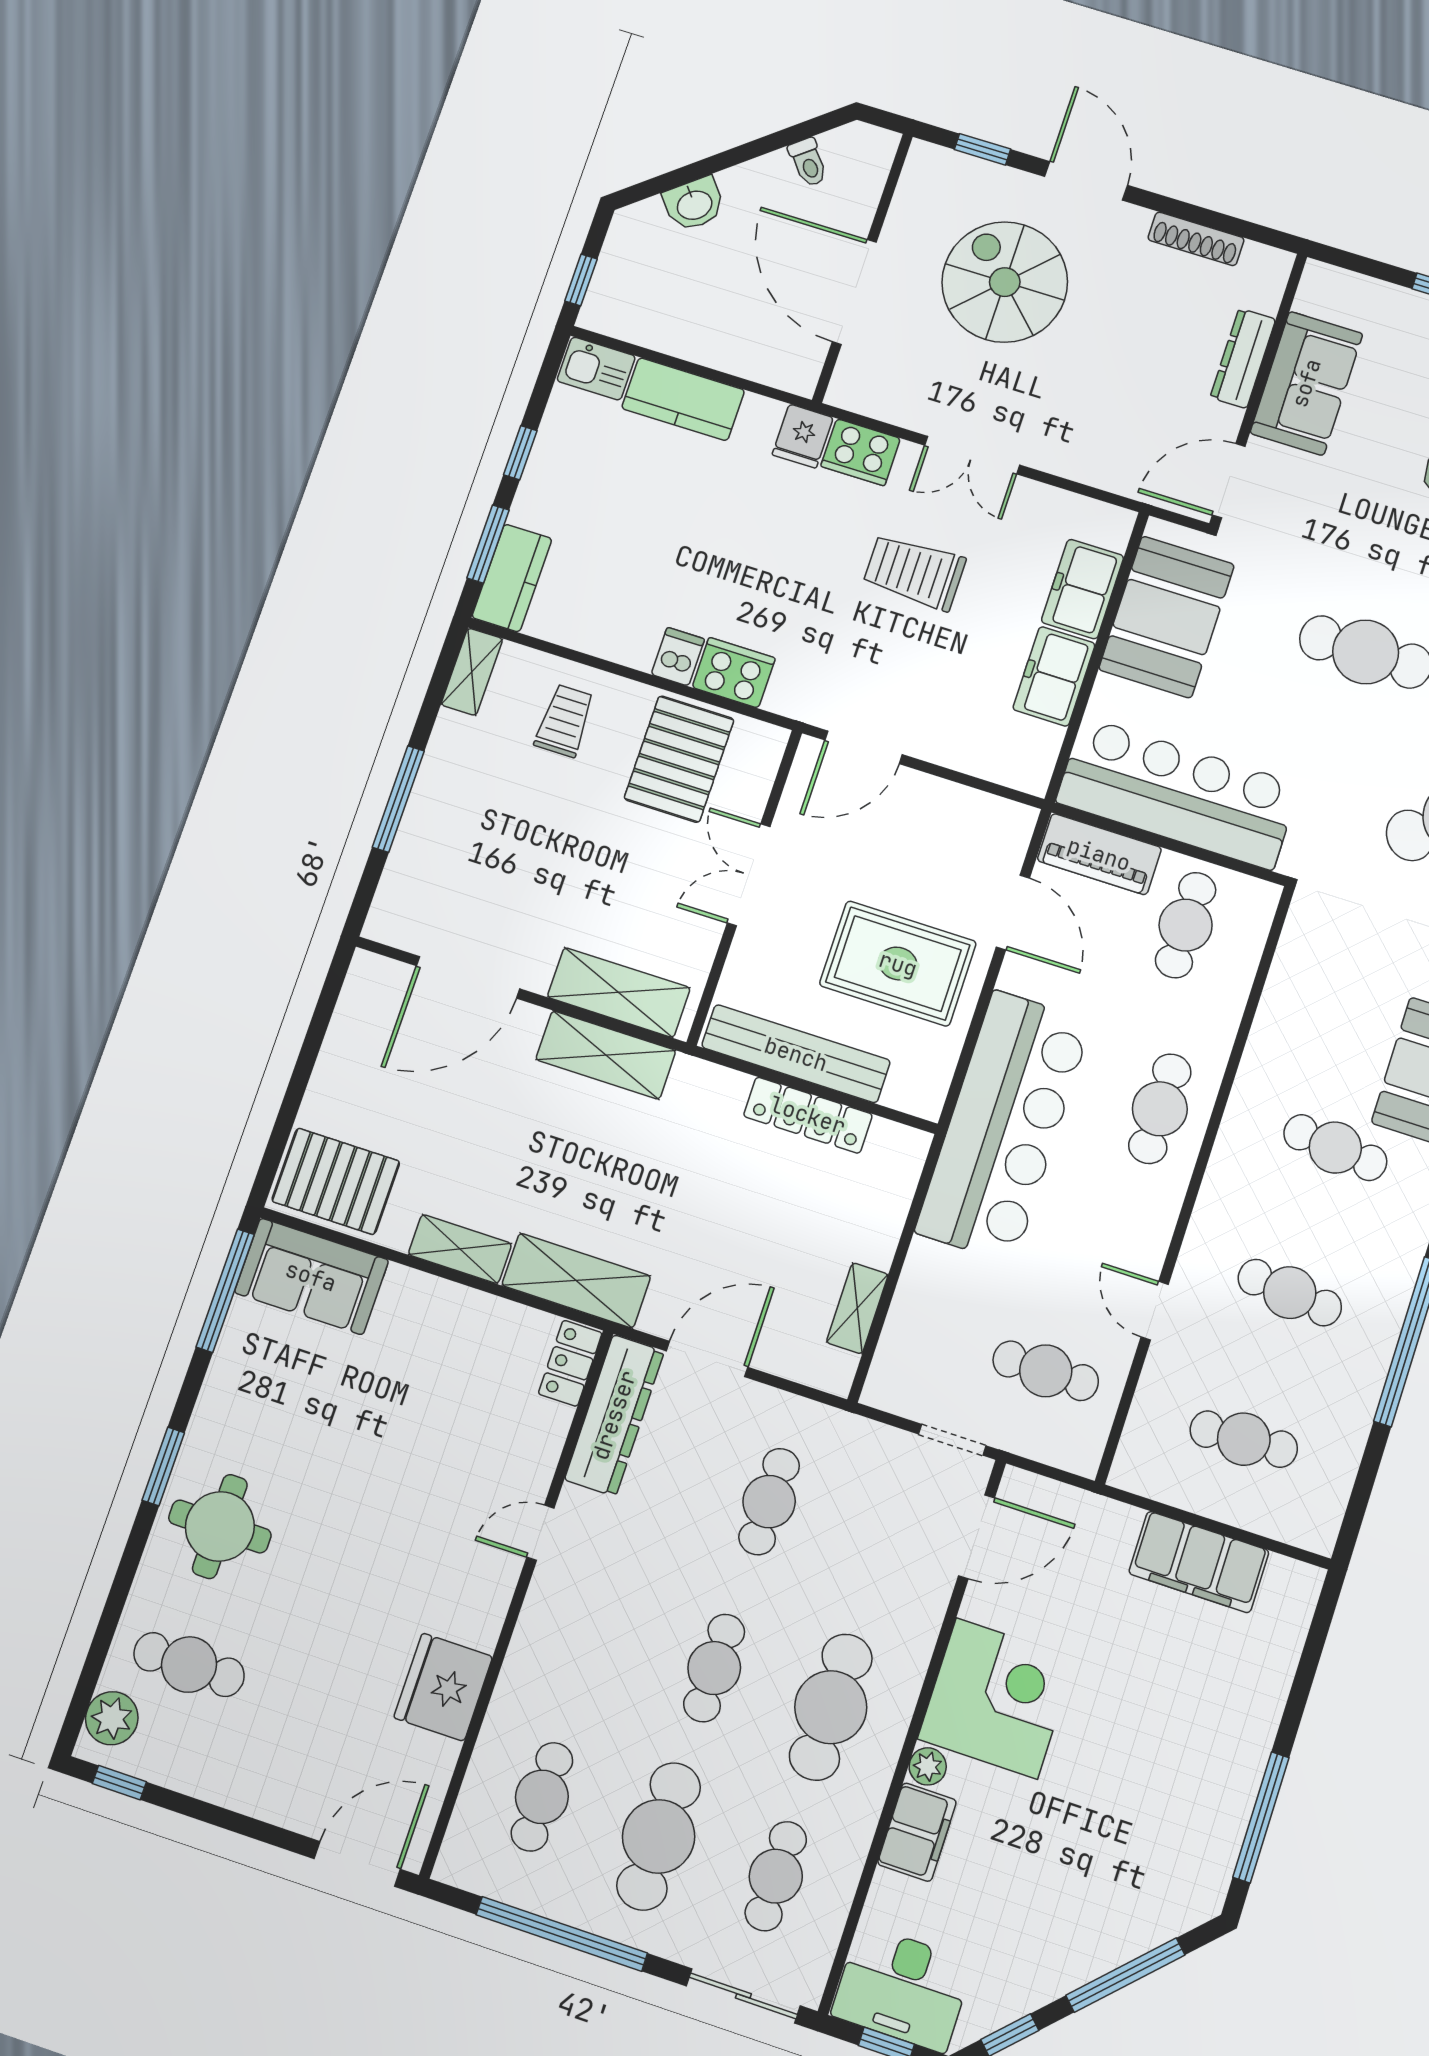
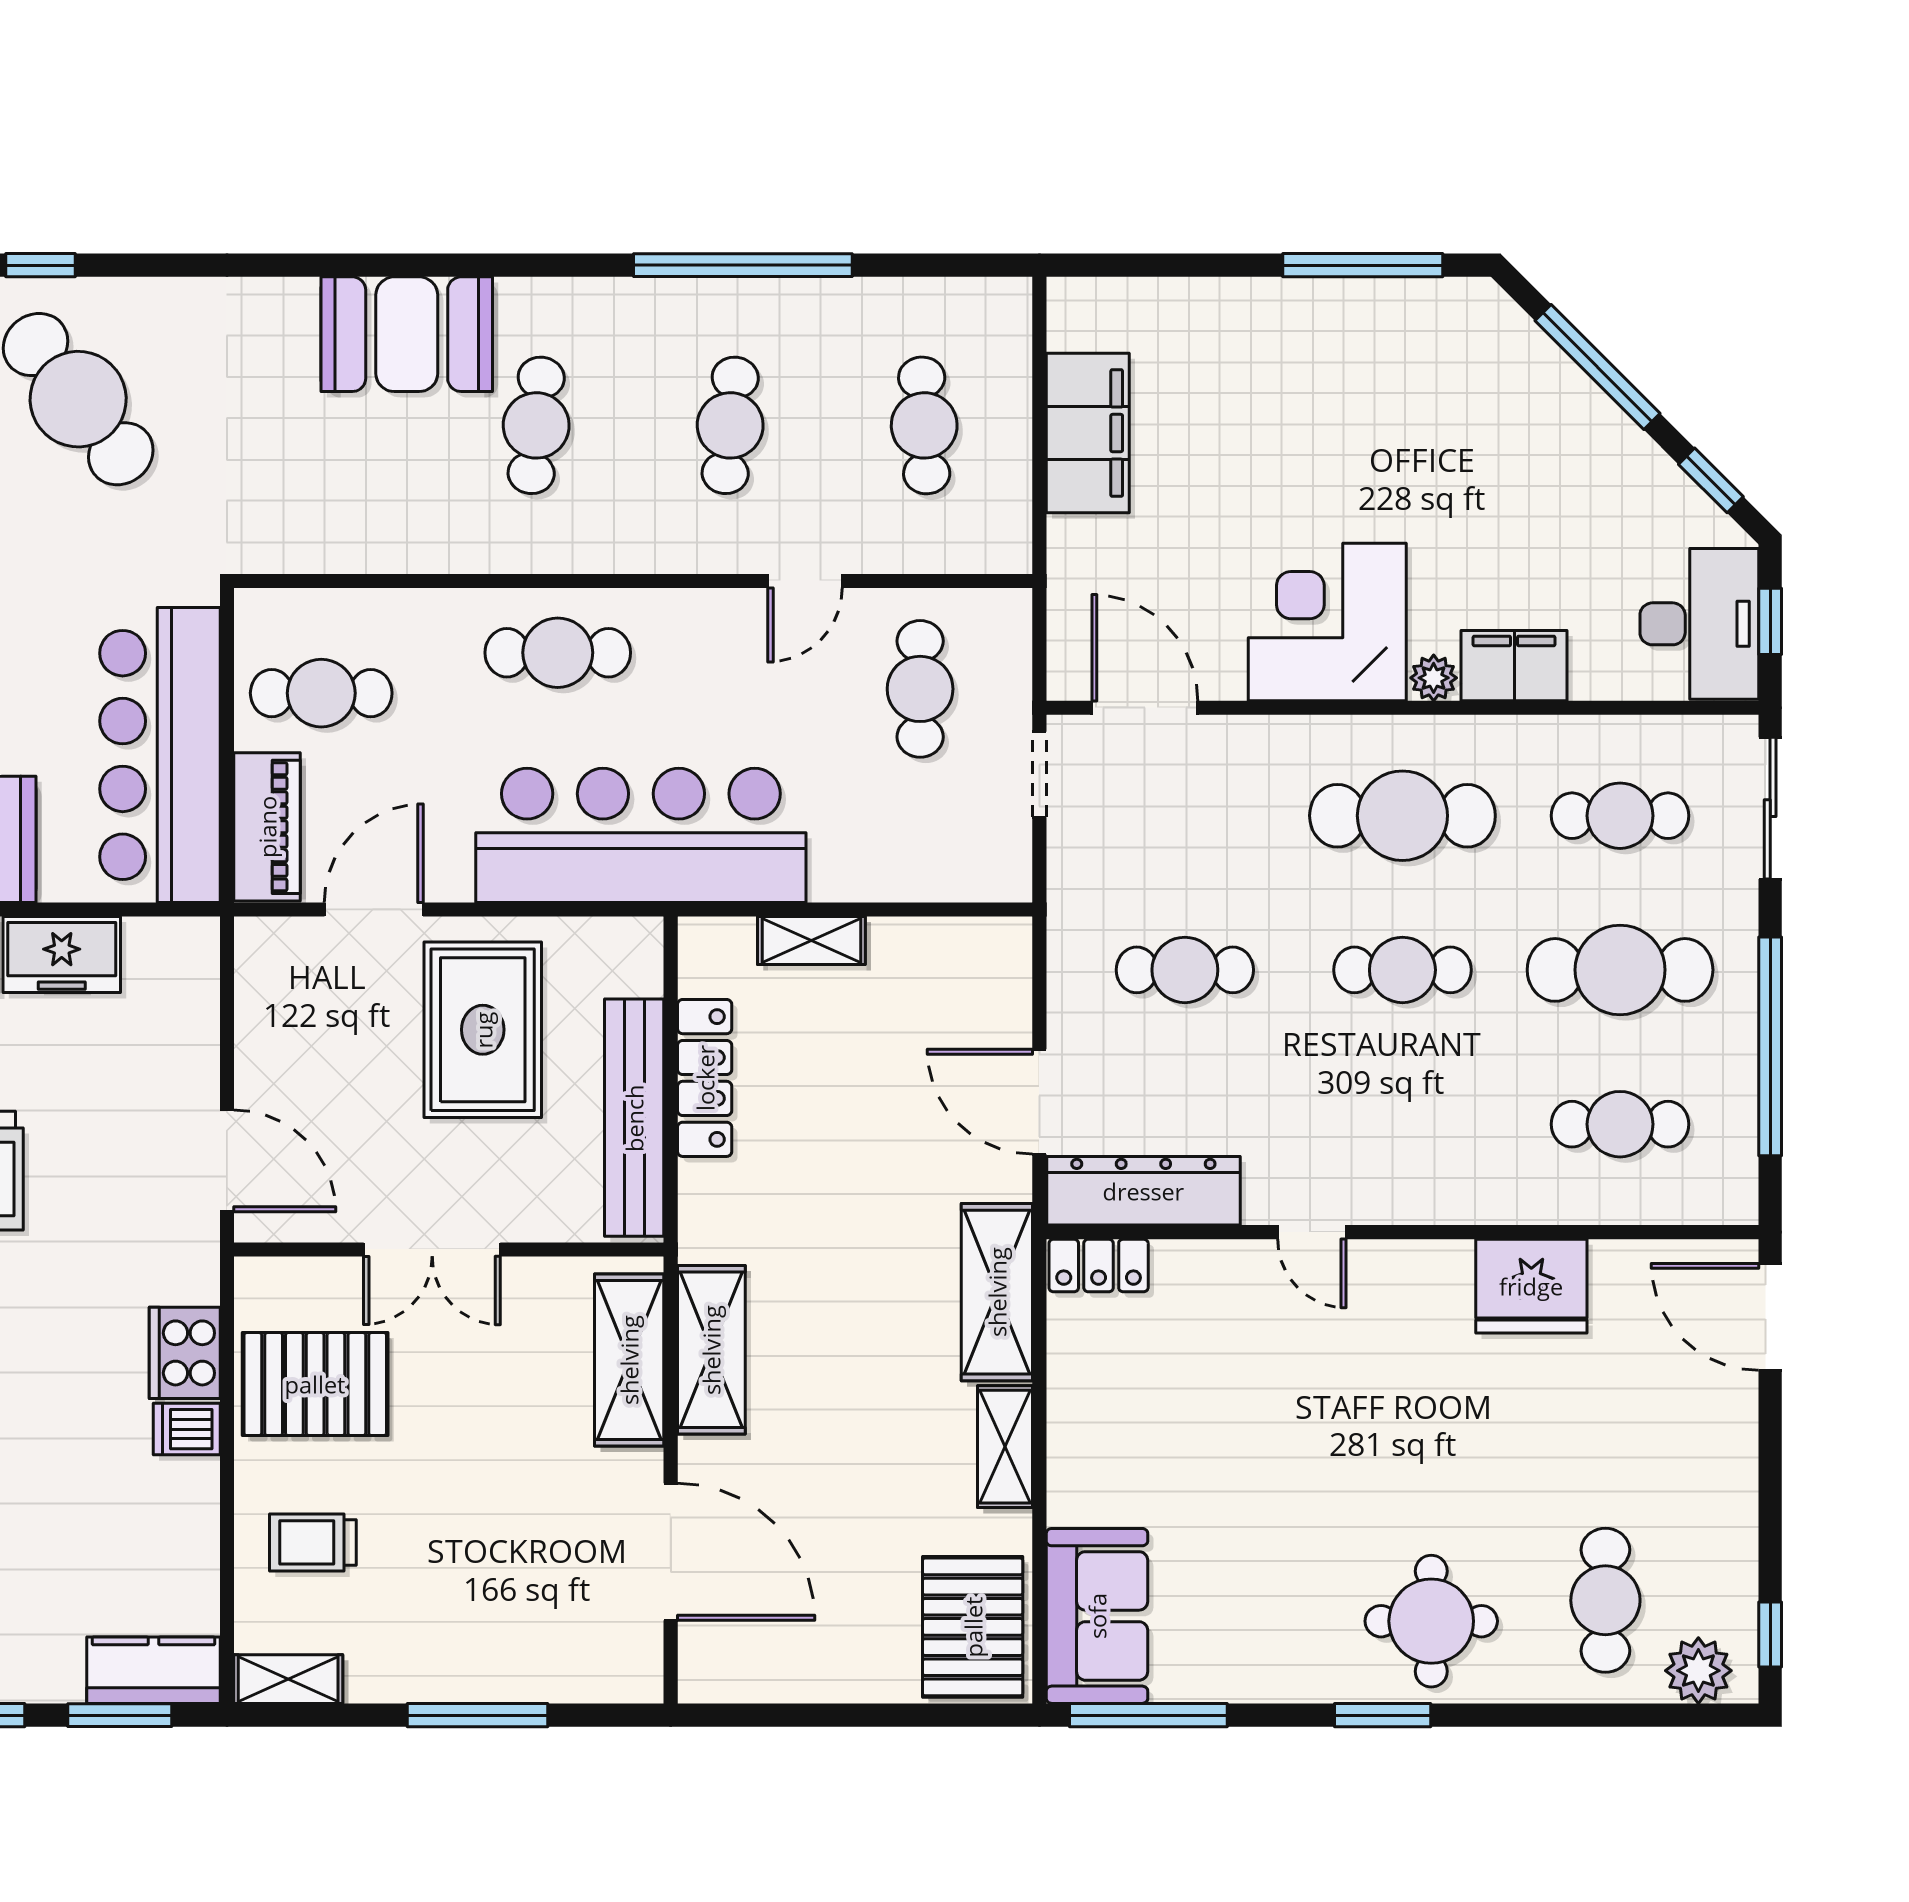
shelving: (857, 1308) -> (811, 941), moved

